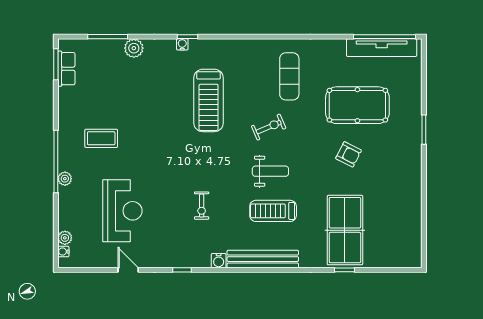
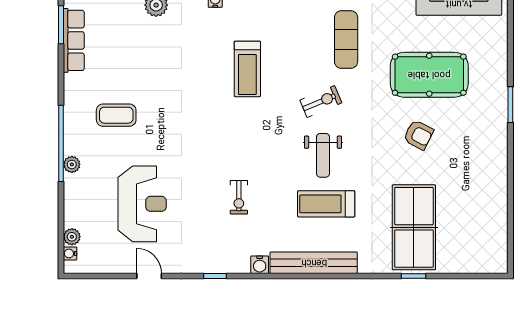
row of seats: (66, 69) -> (74, 40), width x1.48
treadmill: (209, 100) -> (247, 69), width x0.73, depth x0.73
weight bench: (270, 171) -> (323, 155), turned 90

